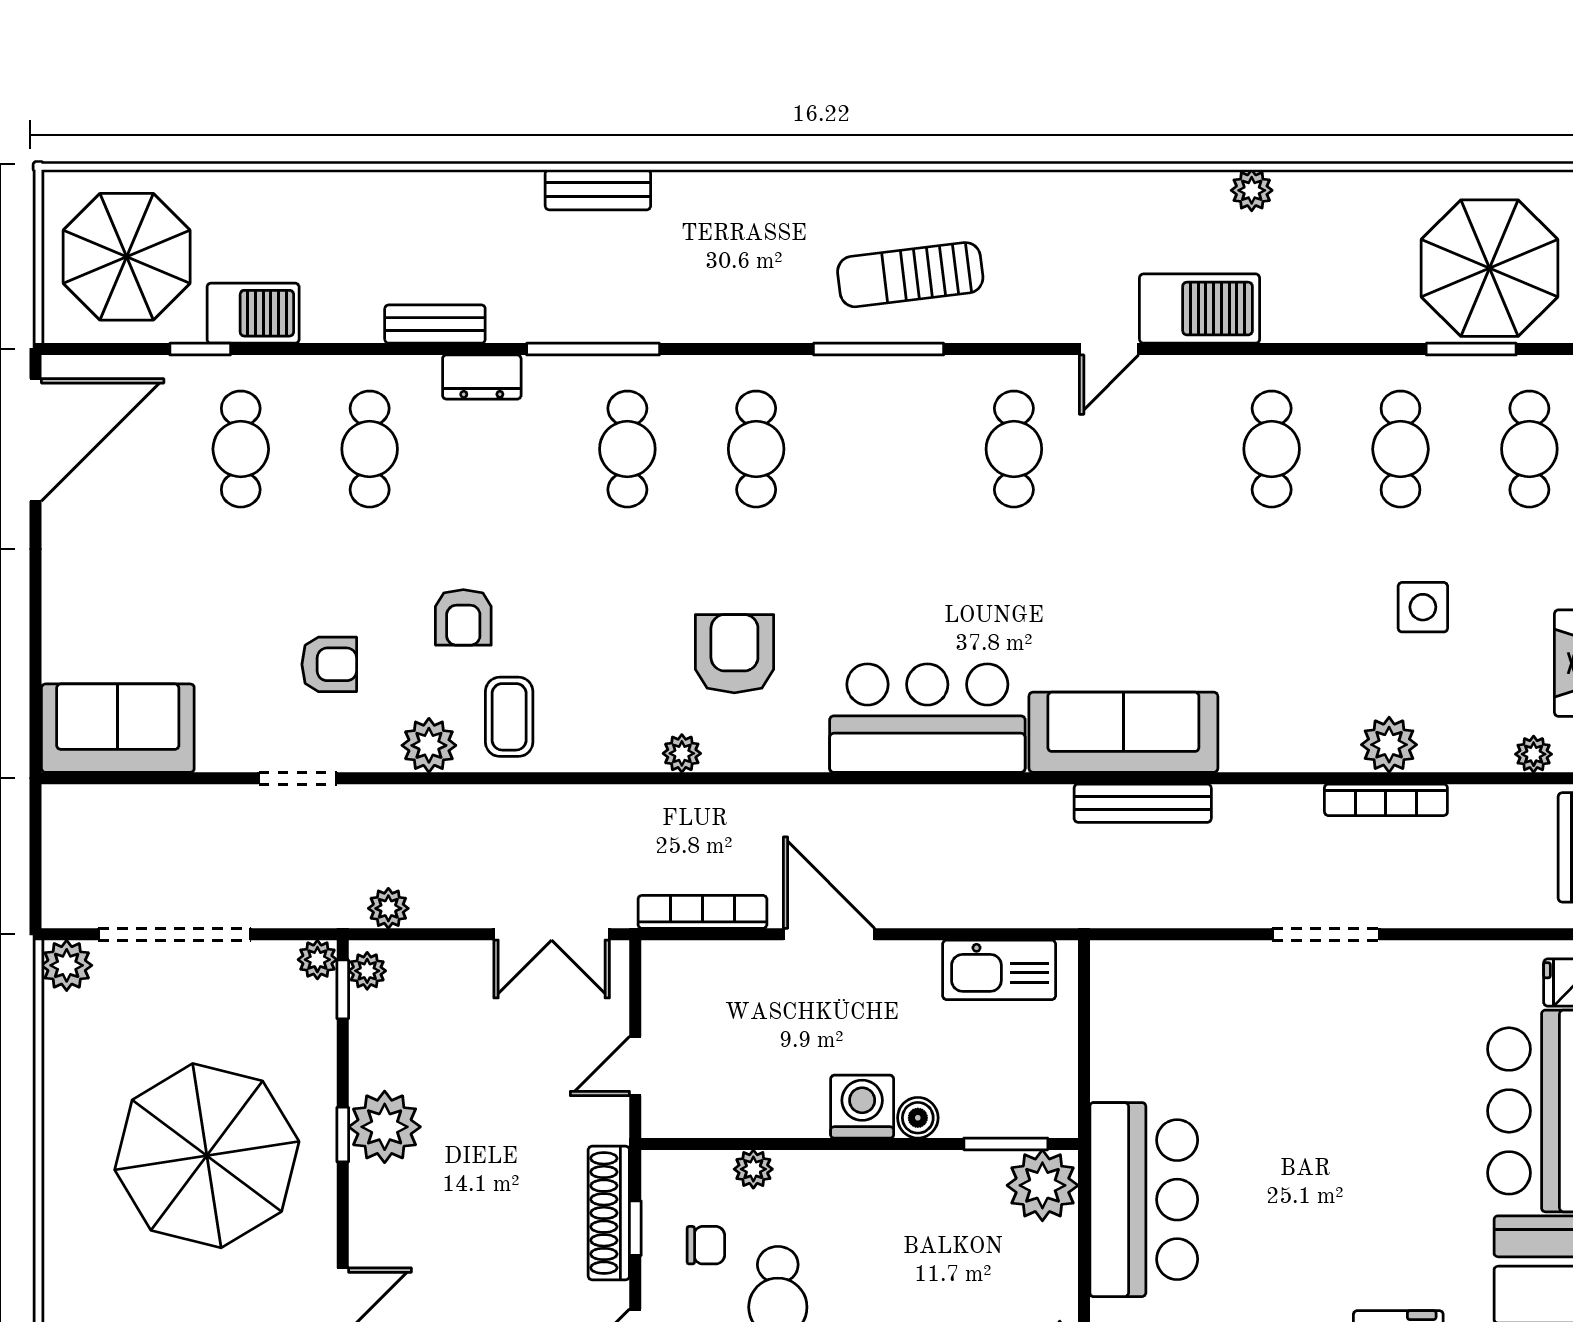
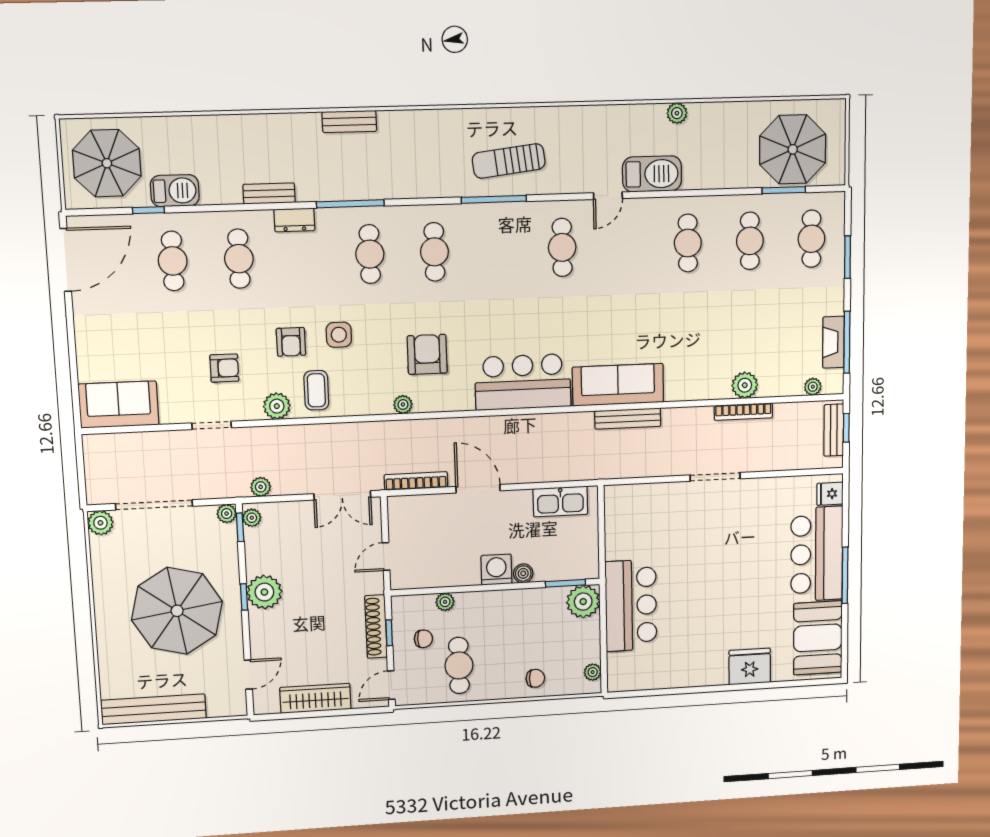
side table: (1423, 607) -> (339, 335), moved

